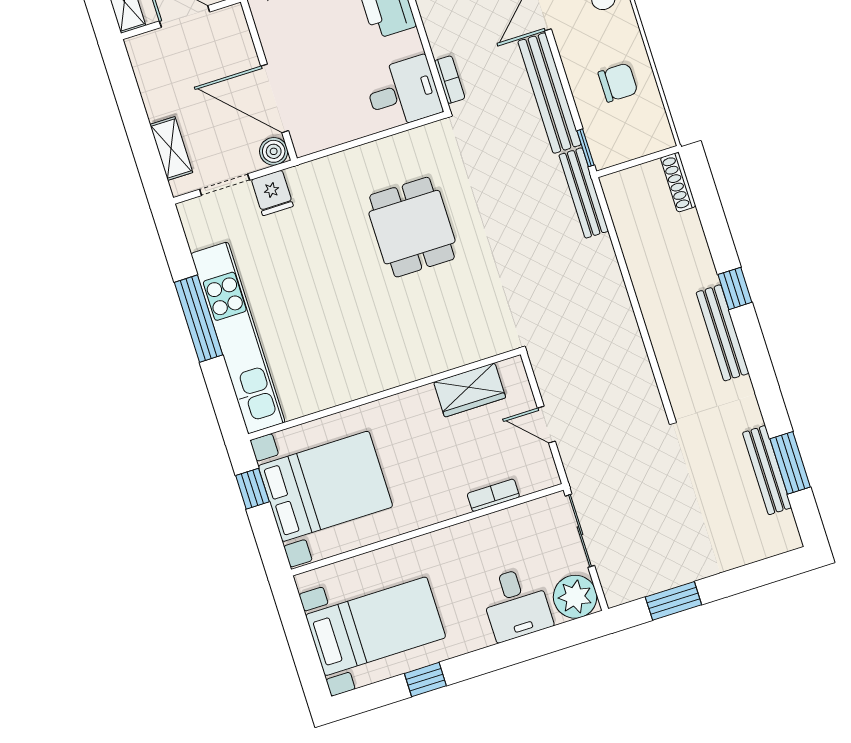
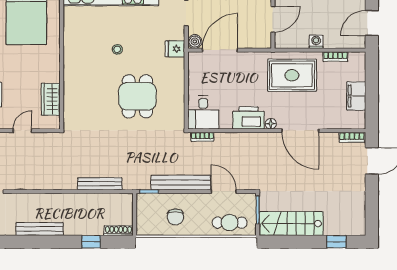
fridge: (272, 193) -> (175, 49), moved
bench: (584, 193) -> (100, 184), moved
dining table: (412, 227) -> (137, 96), turned 90
window: (735, 288) -> (91, 242), moved
stool: (335, 293) -> (117, 49), added

